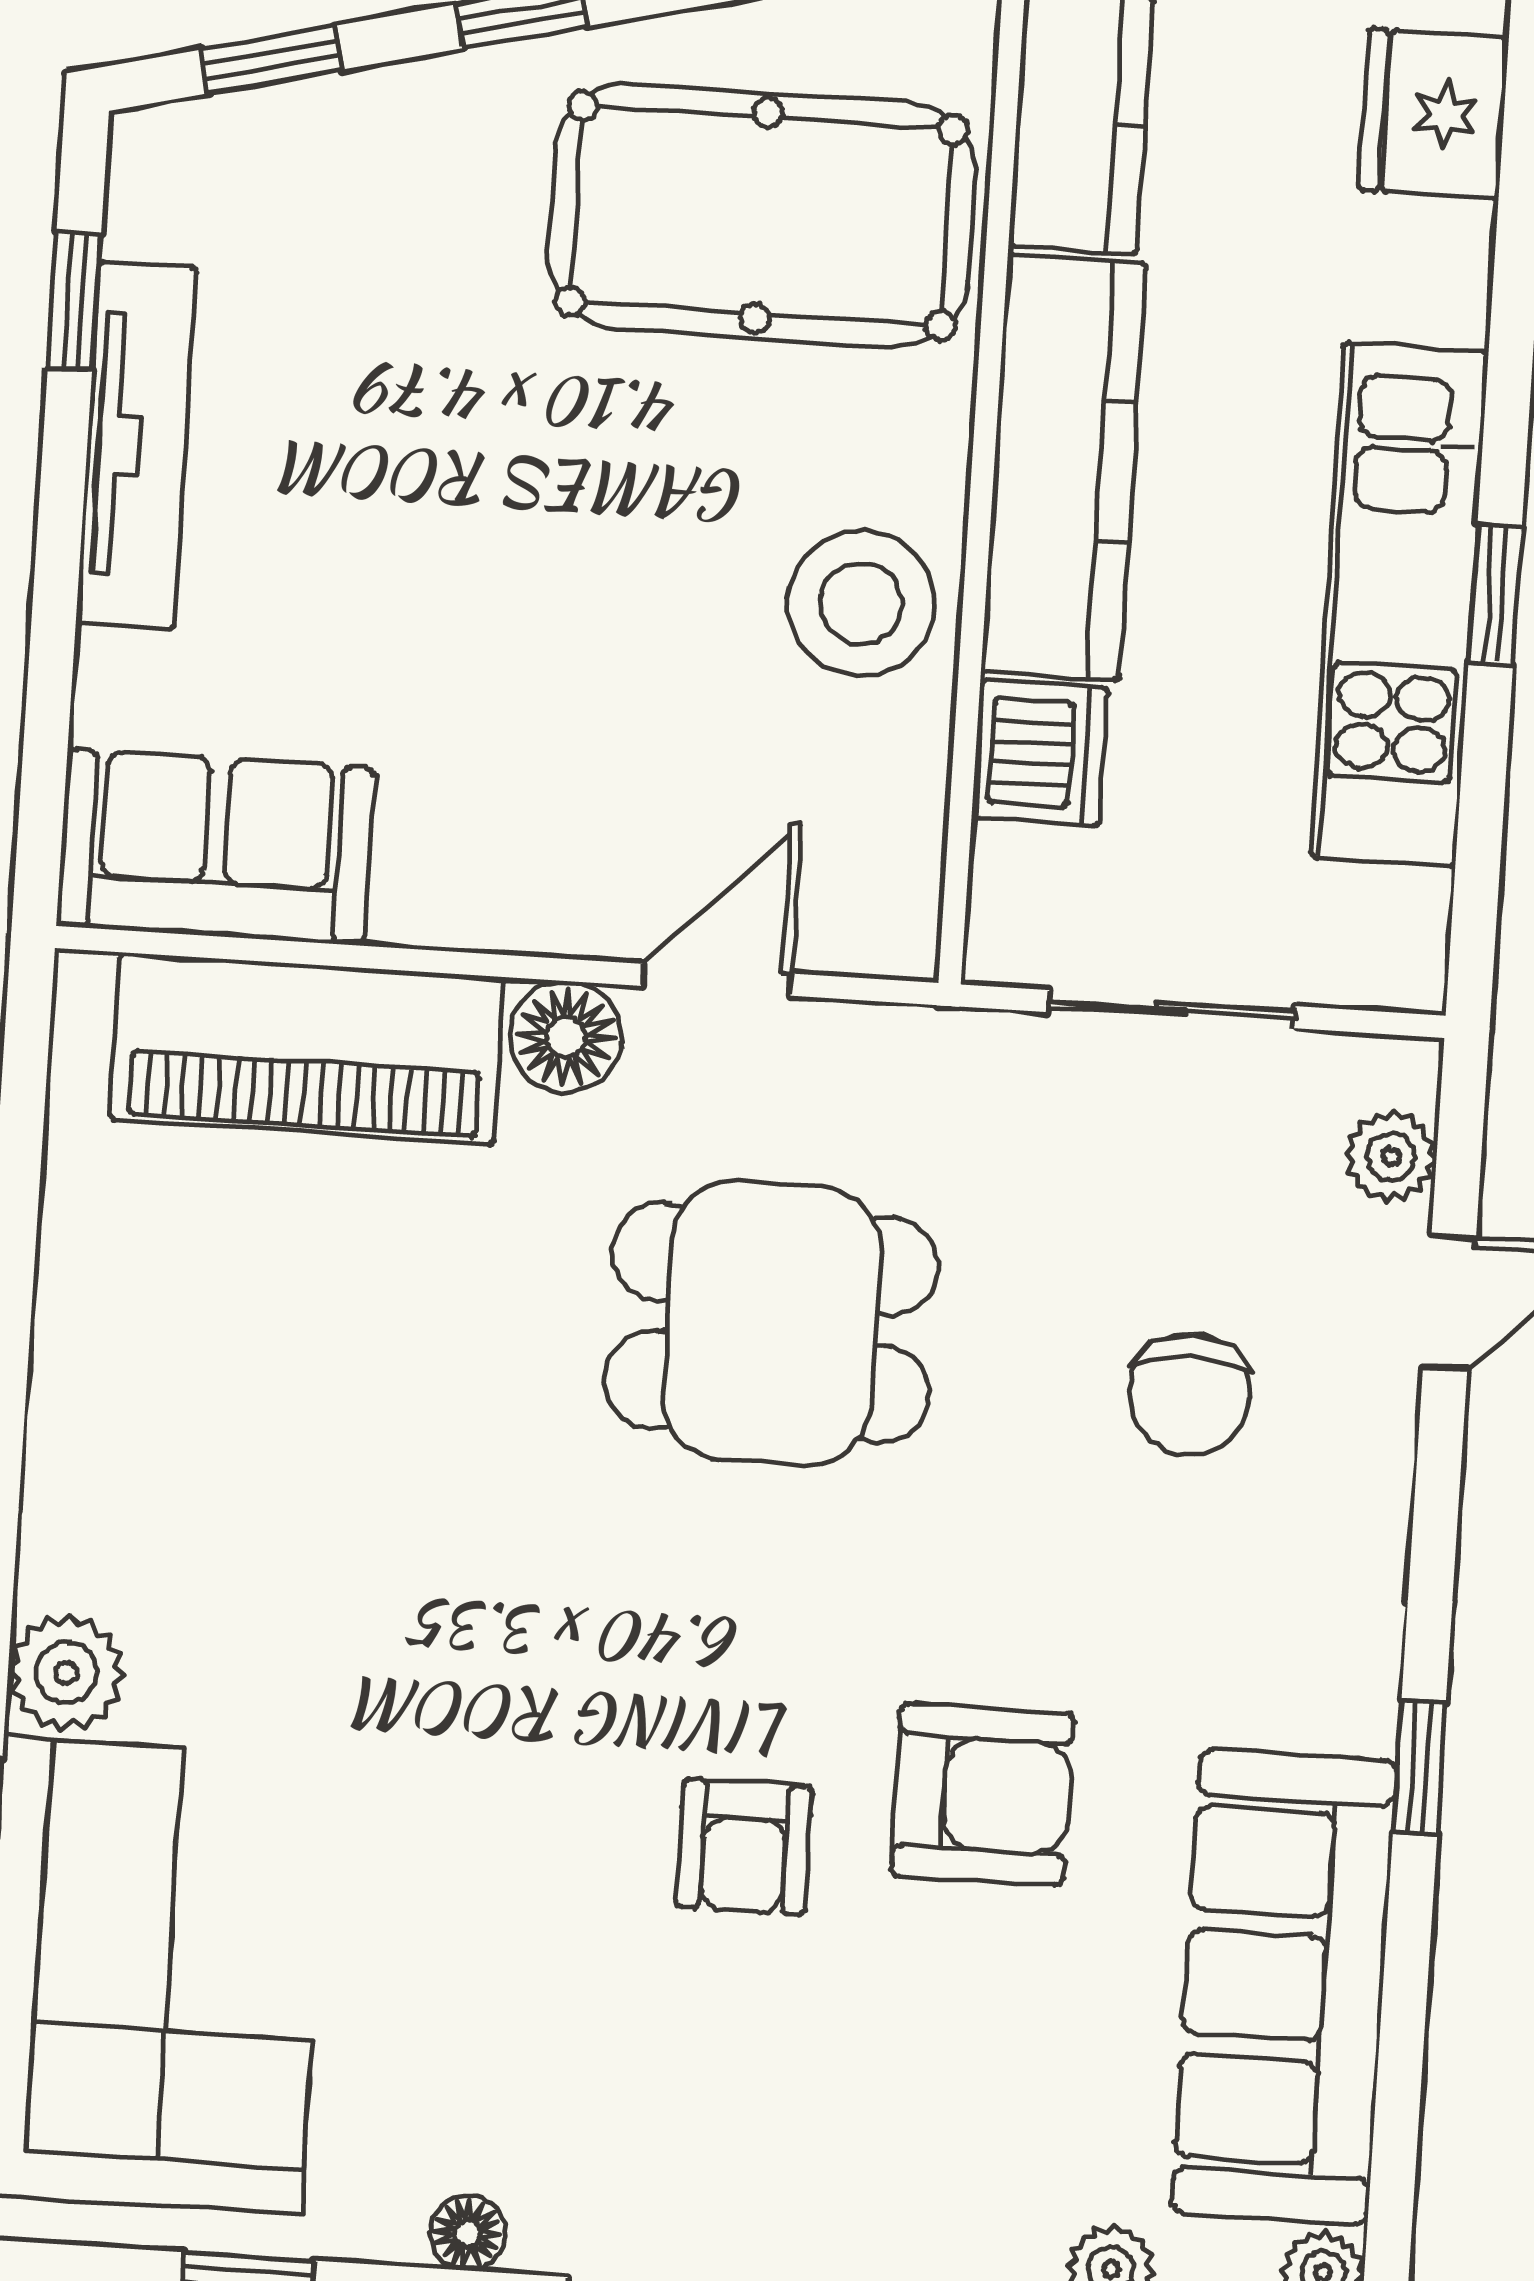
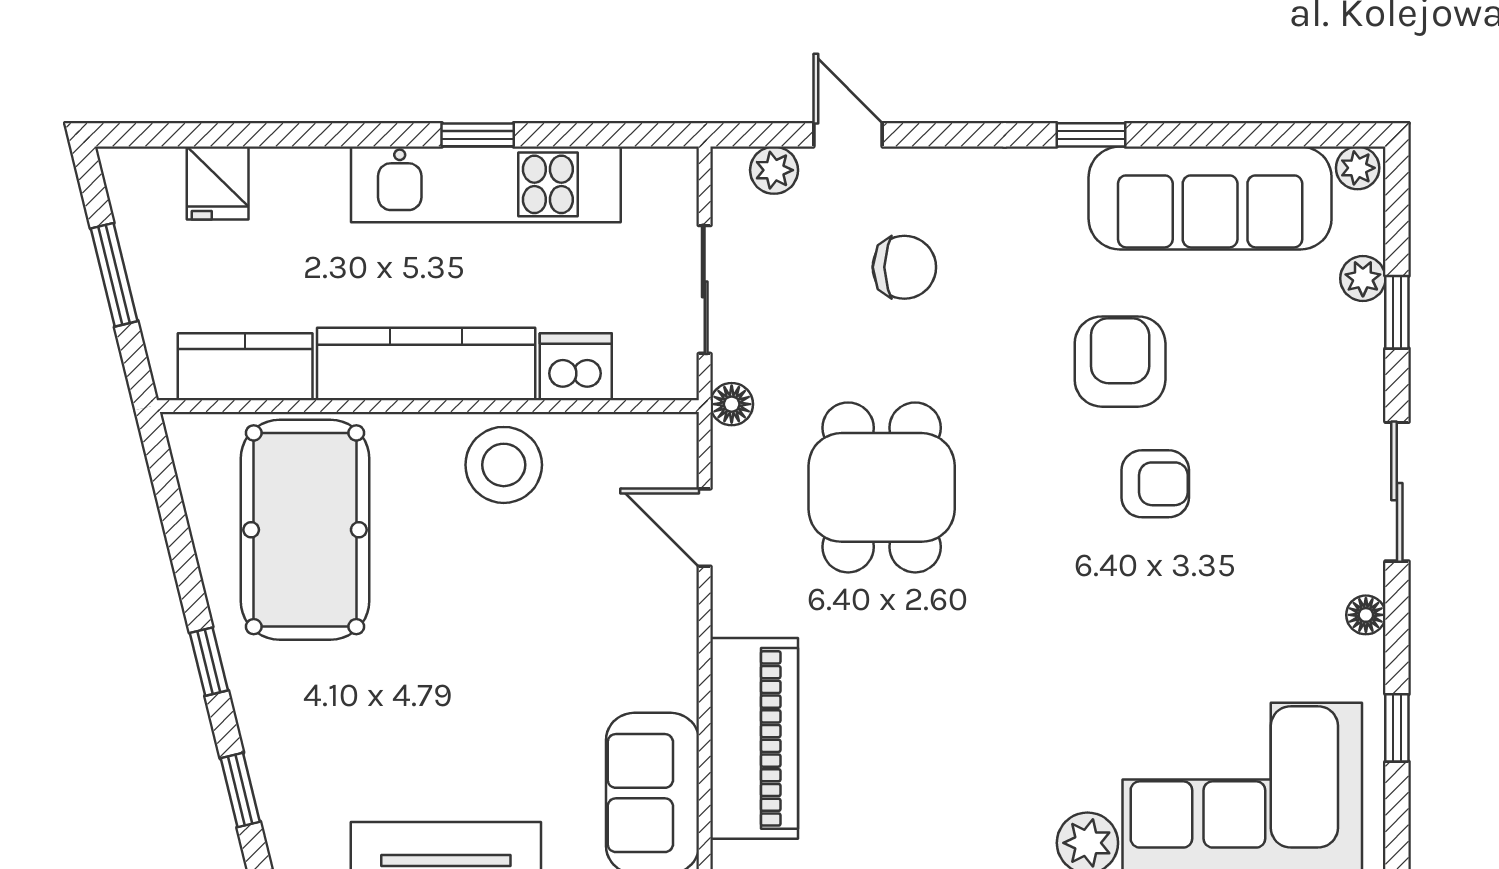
fridge: (1434, 114) -> (218, 183), width x0.72
floor lamp: (566, 1037) -> (732, 404), moved, width x0.73, depth x0.73

